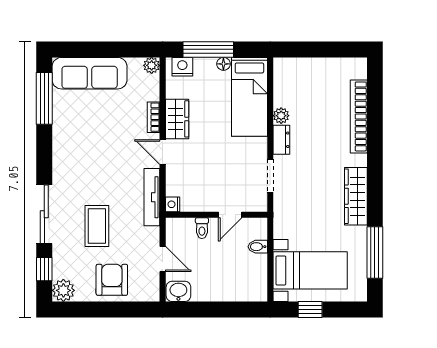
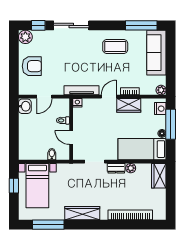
wardrobe: (294, 69) -> (159, 176), added
coffee table: (97, 226) -> (115, 46), moved

